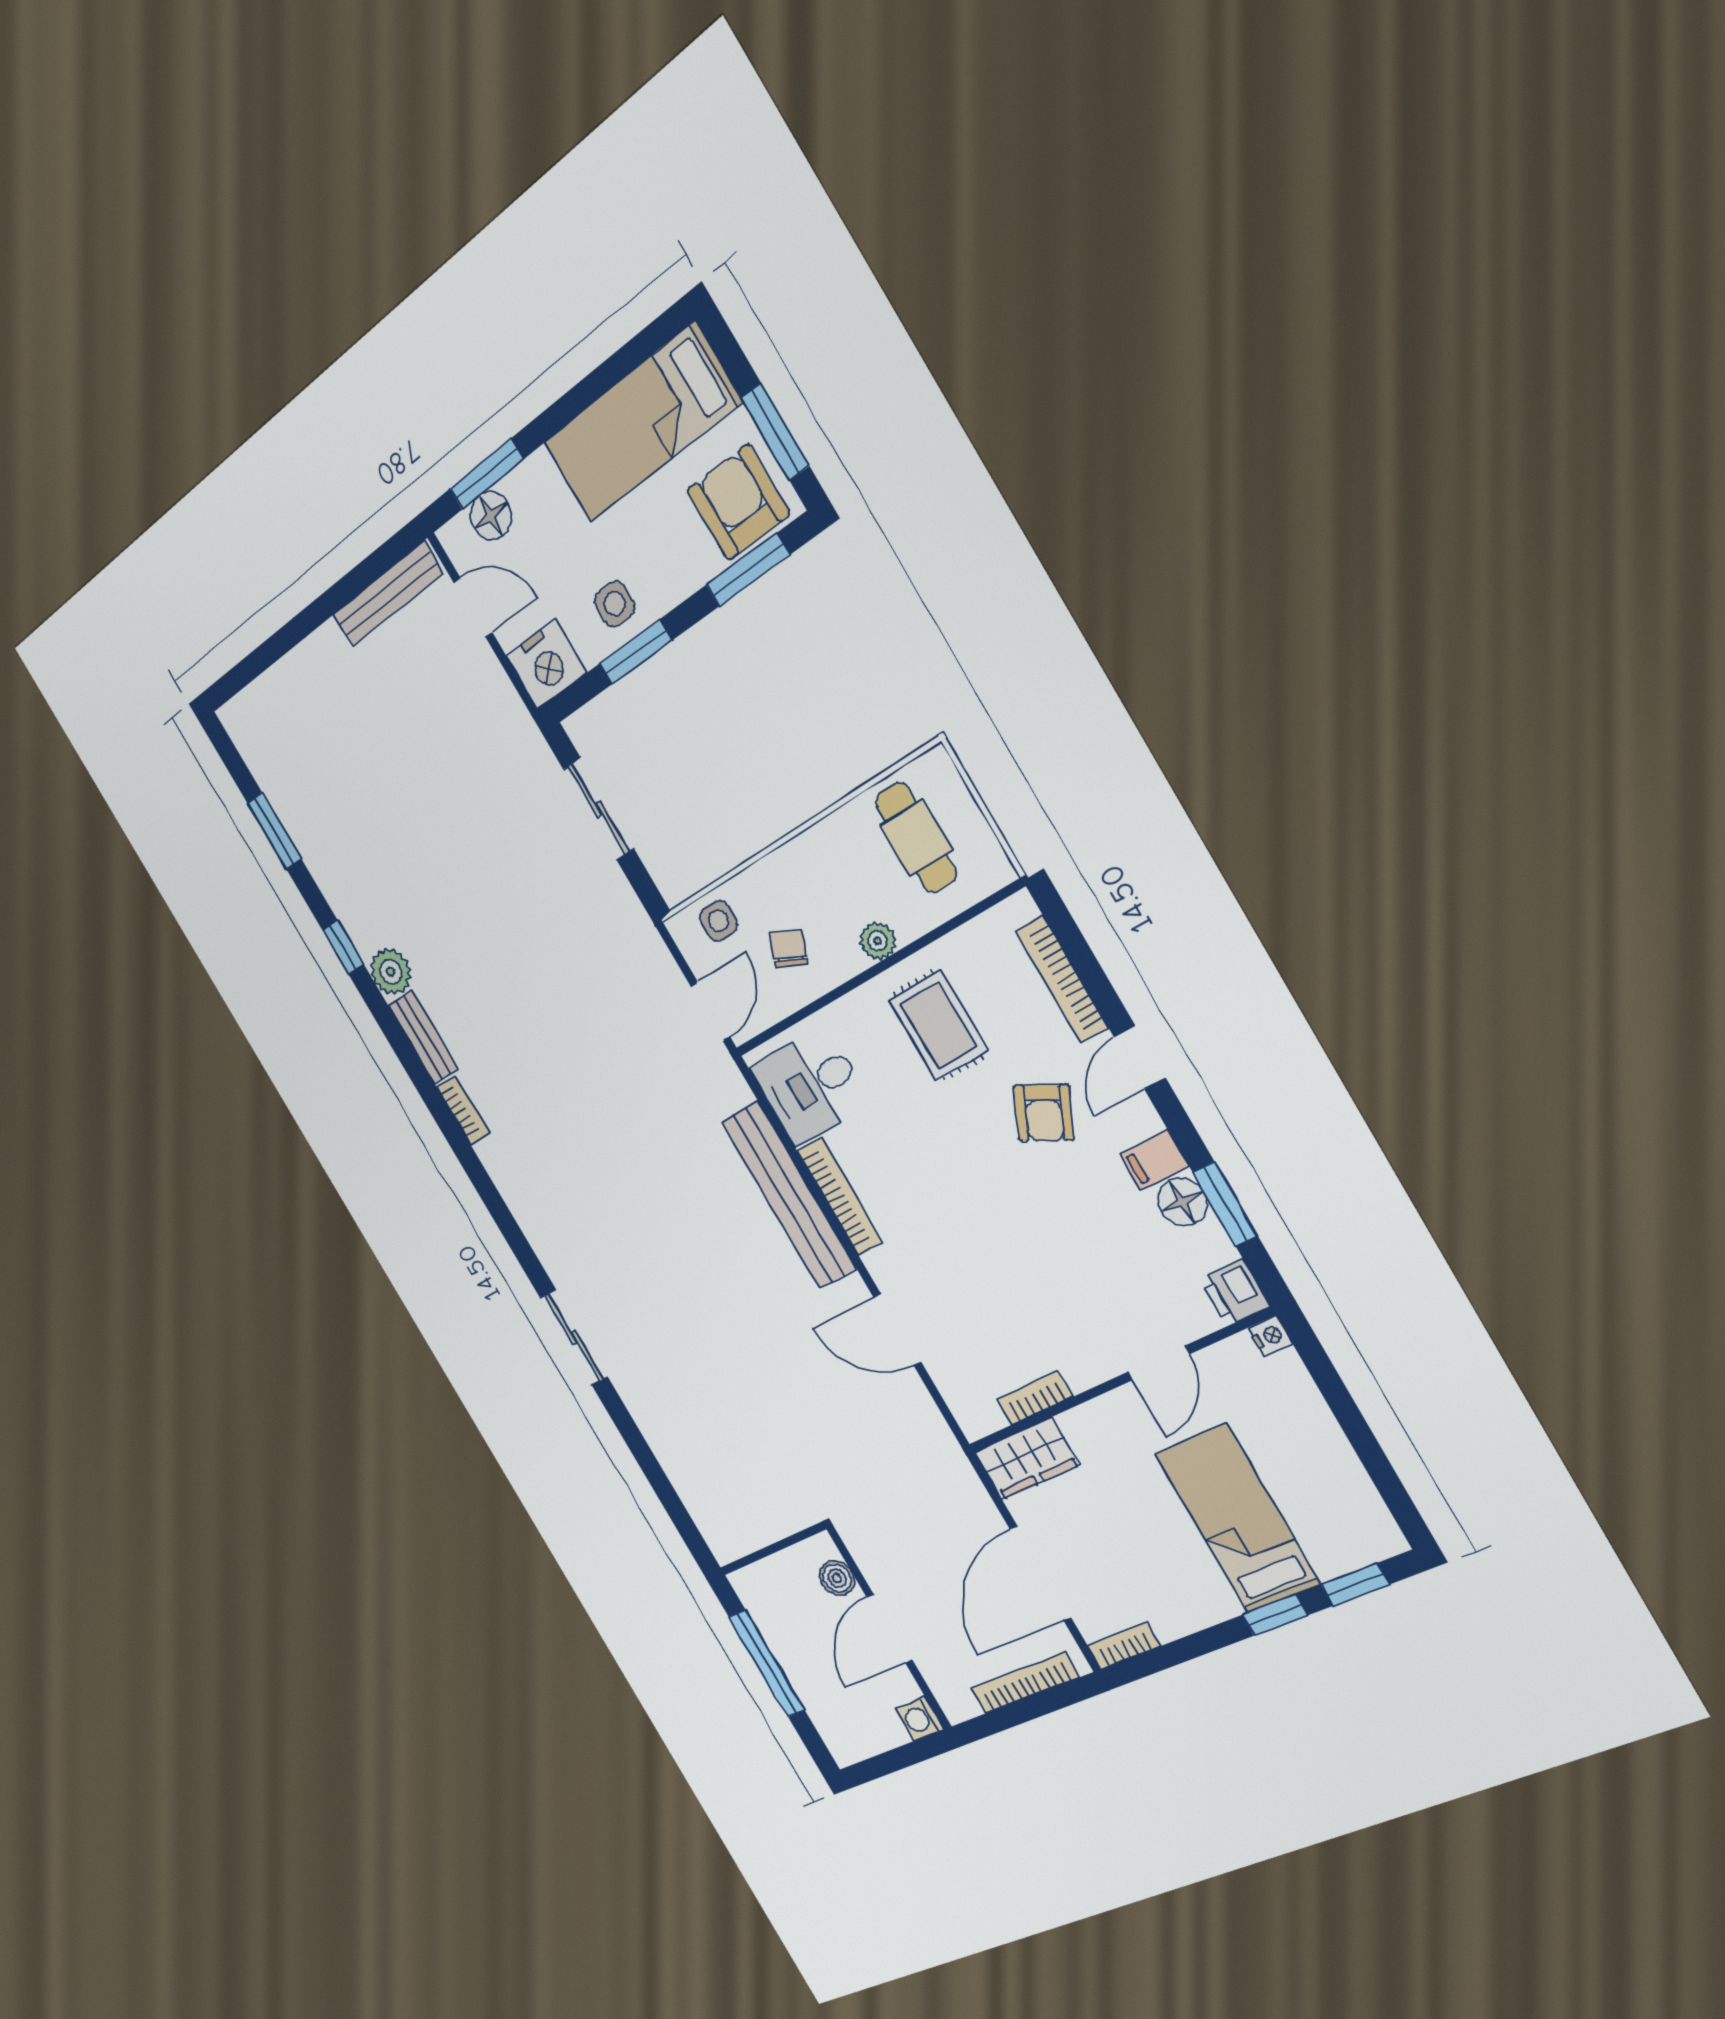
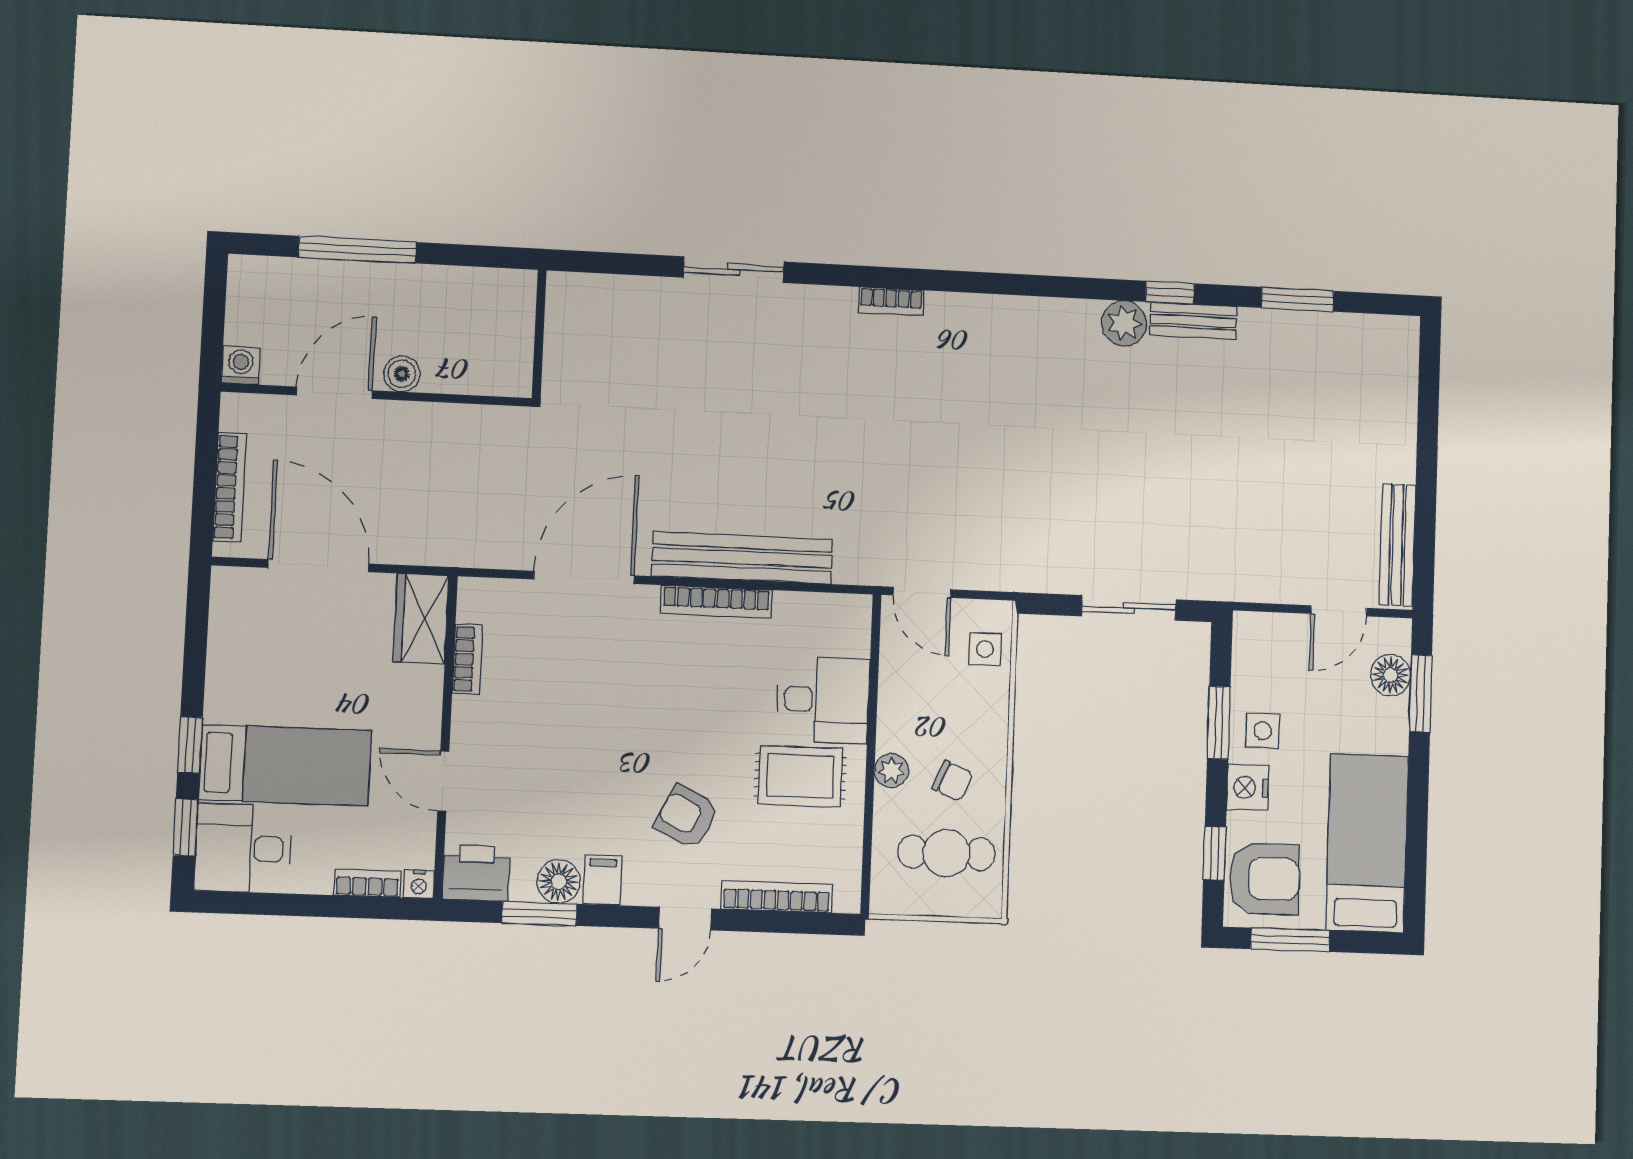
window: (748, 570) -> (1215, 853), width x0.67
nightstand: (546, 664) -> (1248, 788), moved, width x0.74, depth x0.75
chair: (789, 948) -> (952, 781), moved
bench: (423, 1037) -> (1193, 321), moved
door: (1140, 1057) -> (685, 919), swing flipped
desk: (810, 1086) -> (823, 700), moved, turned 90
bookcase: (463, 1110) -> (891, 301), moved
printer: (1235, 1292) -> (476, 873), width x1.36, depth x1.24
door: (897, 1329) -> (584, 577), width x1.36
desk: (1341, 1521) -> (243, 848), added
wall: (773, 1549) -> (539, 334), moved
door: (890, 1629) -> (334, 393), hinge flipped
bookcase: (1124, 1646) -> (367, 883), moved, turned -90

